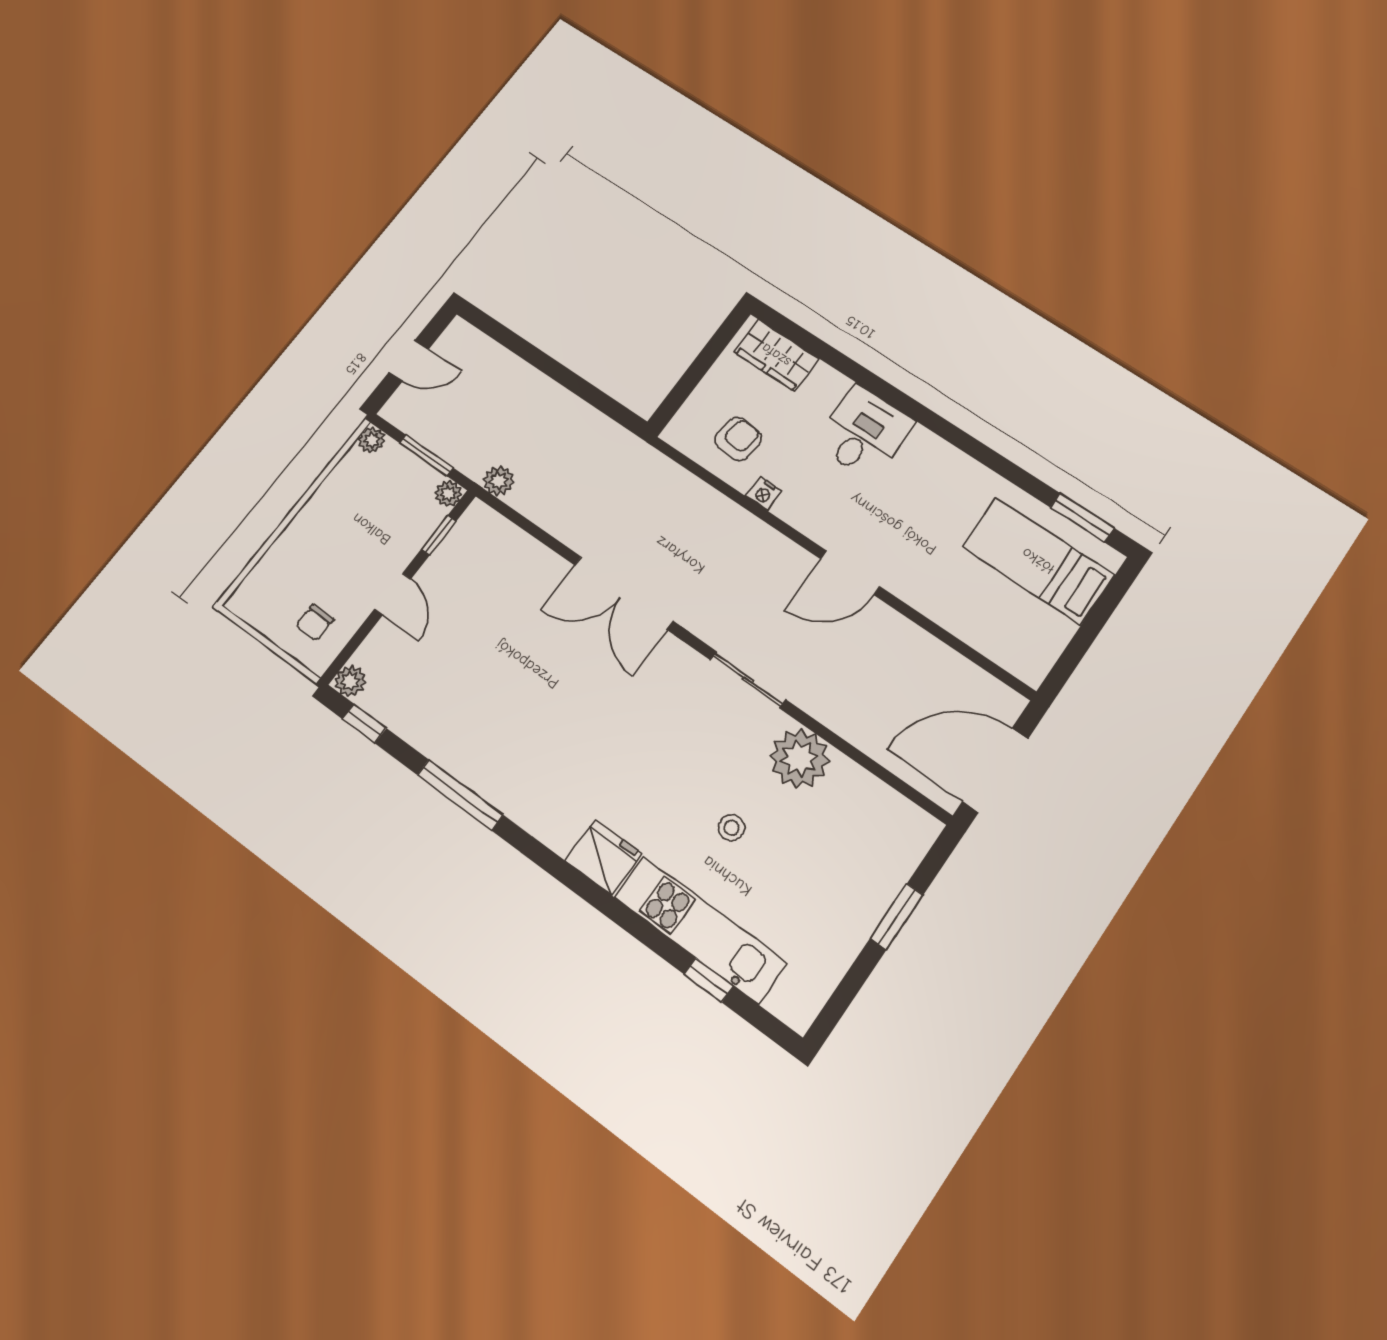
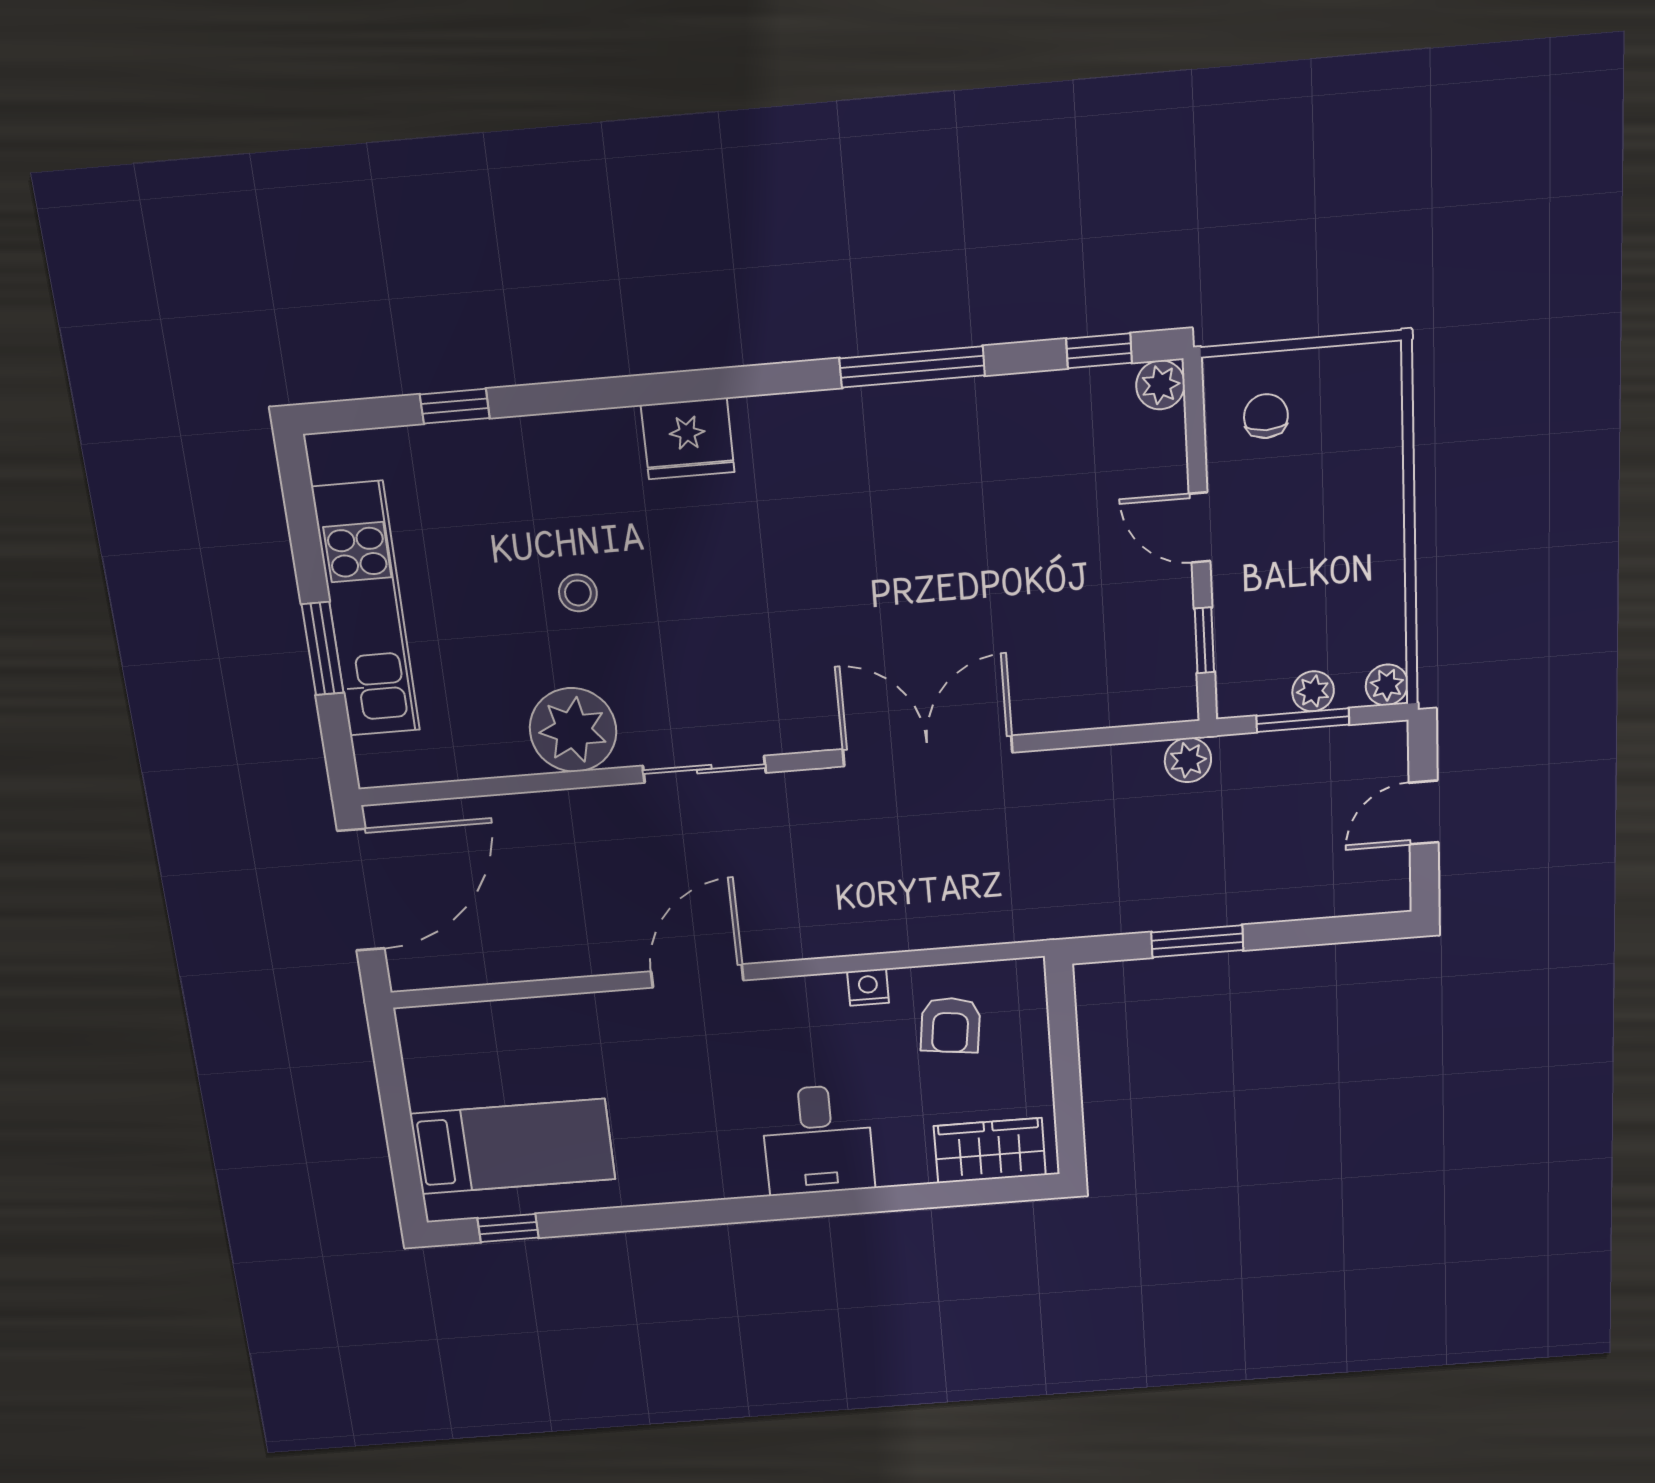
window: (574, 383) -> (1197, 941), added
plant: (448, 493) -> (1313, 691), moved
window: (1082, 518) -> (508, 1228), width x0.67
kitchen unit: (700, 930) -> (366, 610), moved, turned -90

